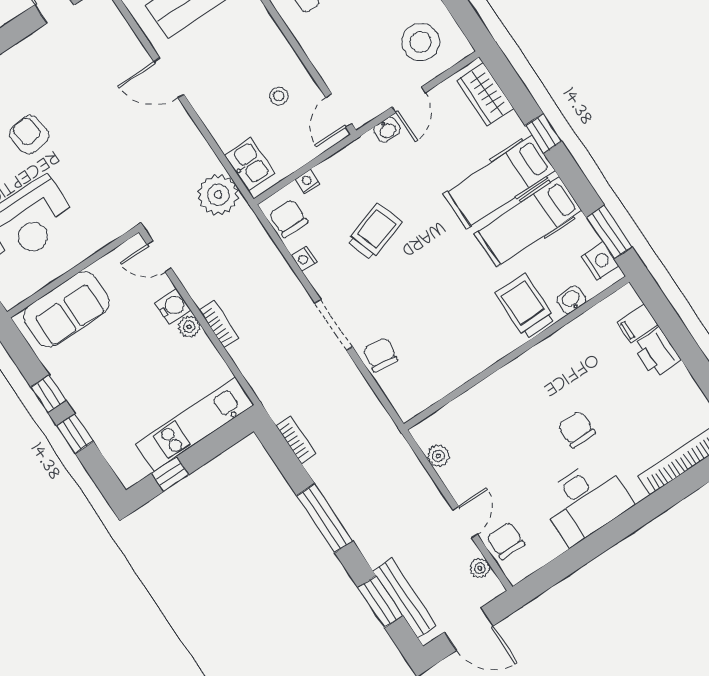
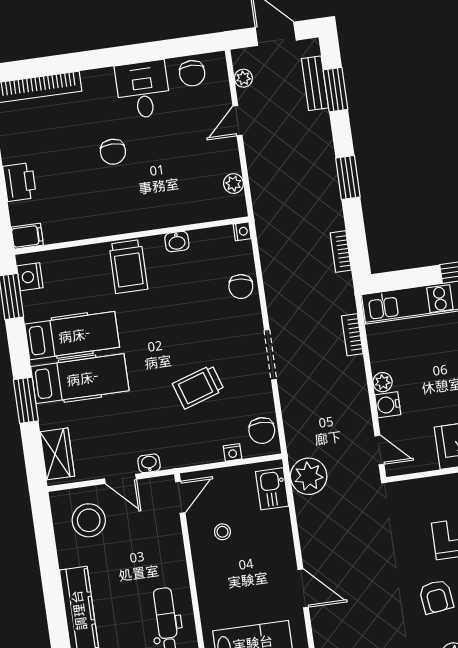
door: (409, 100) -> (121, 479), swing flipped
window: (543, 134) -> (26, 400), width x1.50
nightstand: (304, 259) -> (242, 231), moved
washbasin: (571, 300) -> (177, 242), moved
trolley: (525, 306) -> (128, 267), moved
bookcase: (219, 324) -> (352, 335), moved
filing cabinet: (637, 324) -> (27, 236), moved
doorway: (334, 325) -> (270, 355), moved
desk: (585, 501) -> (143, 90), width x0.73
window: (325, 518) -> (348, 177), width x0.69
chair: (506, 541) -> (192, 73), moved
bench: (404, 598) -> (315, 83), width x0.73

